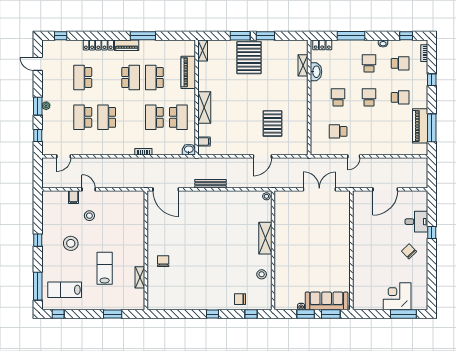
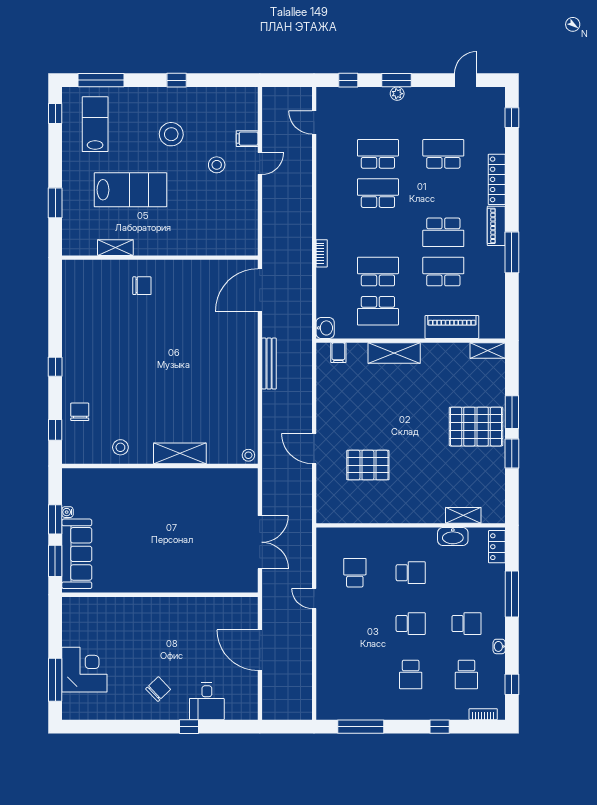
piano: (420, 126) -> (364, 707), removed
lab bench: (105, 268) -> (130, 190), width x1.36, depth x1.39

